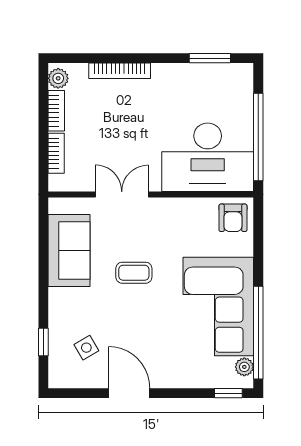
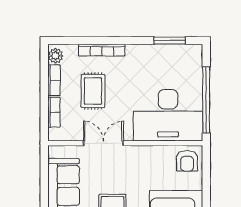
rug: (108, 125) -> (93, 91), added

